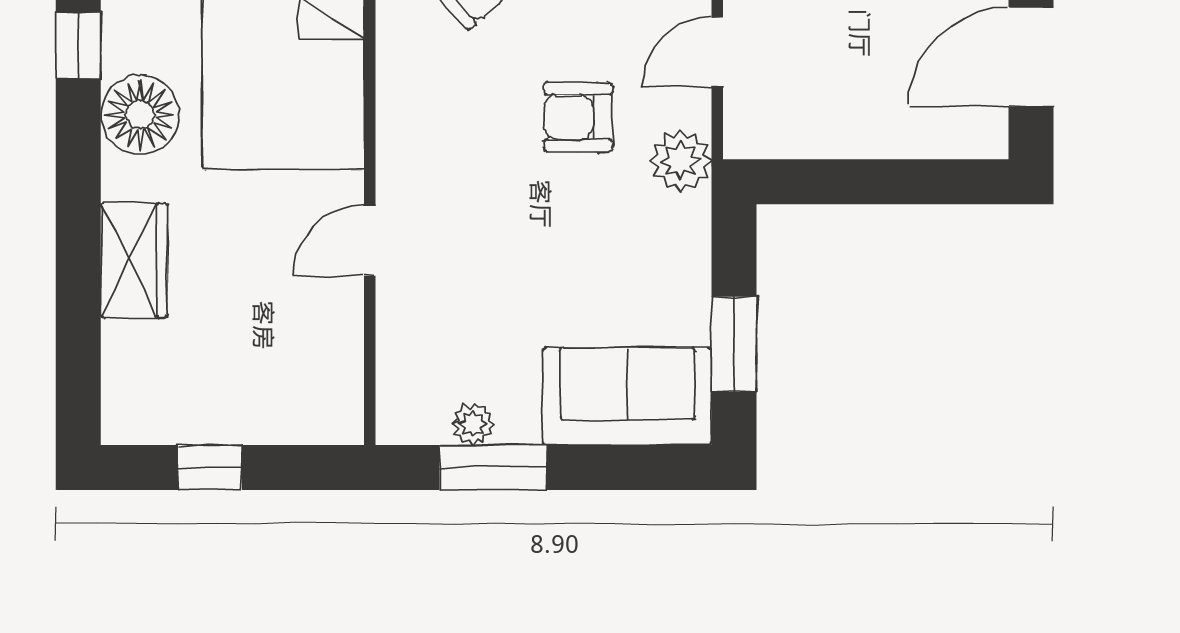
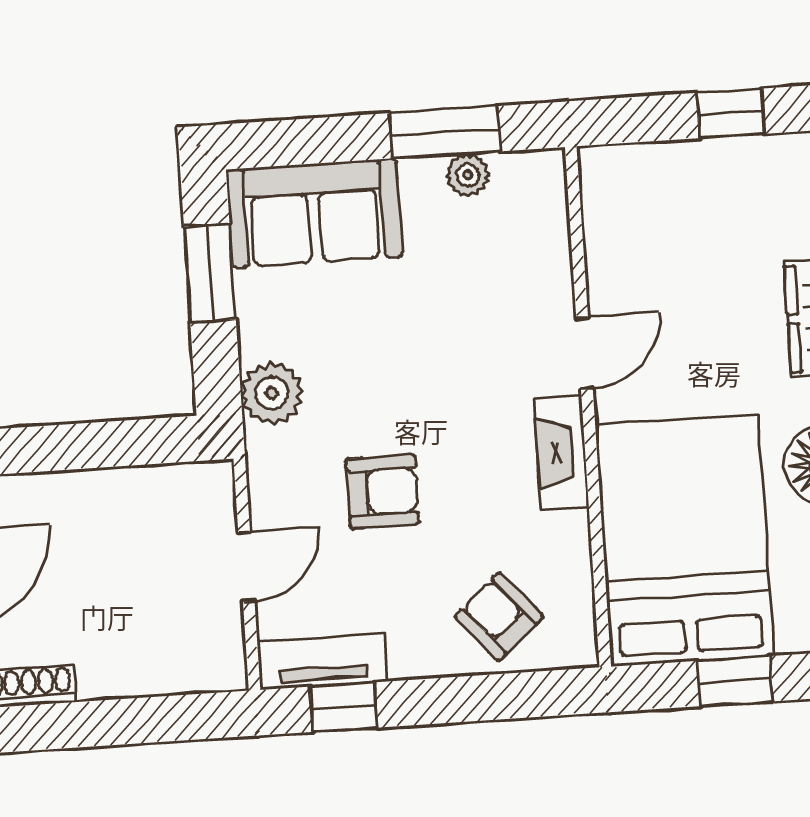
fireplace: (399, 144) -> (561, 453), added
plant: (681, 161) -> (272, 393), moved

